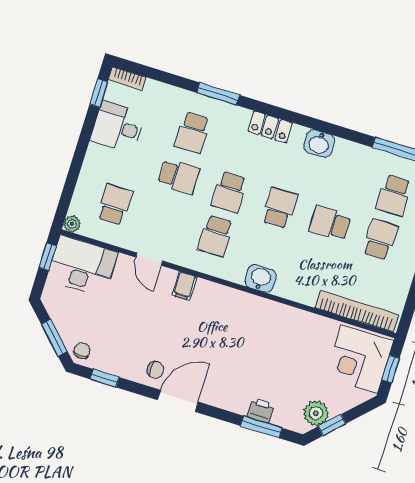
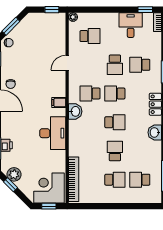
desk: (82, 266) -> (53, 133), moved
washbasin: (260, 278) -> (75, 111), moved
filing cabinet: (184, 286) -> (59, 102), moved

